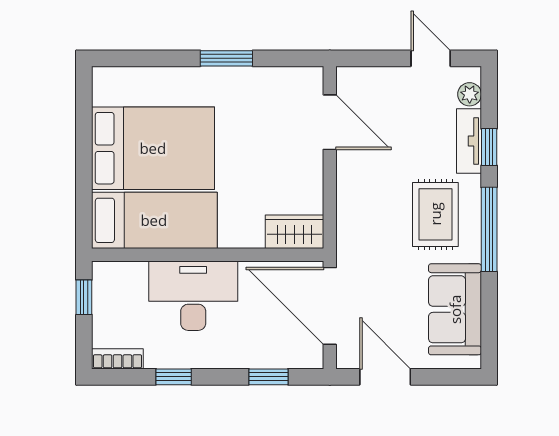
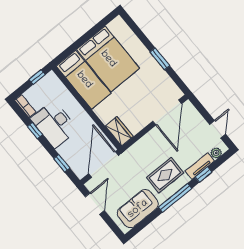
door: (330, 122) -> (167, 113), width x1.36
desk: (193, 296) -> (54, 124), moved, turned 180

